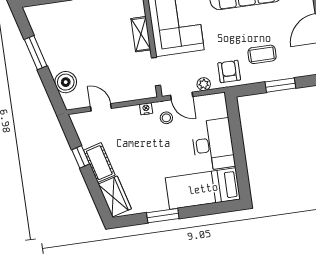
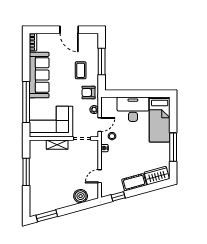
window: (36, 53) -> (47, 216), moved
window: (280, 85) -> (102, 62), width x1.44
window: (81, 157) -> (118, 196), moved
window: (163, 216) -> (173, 147), width x1.44

